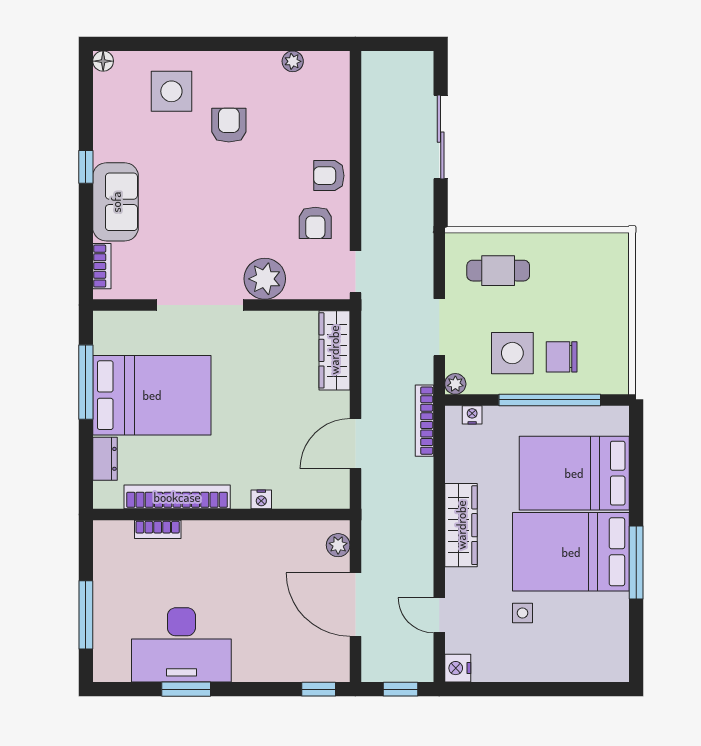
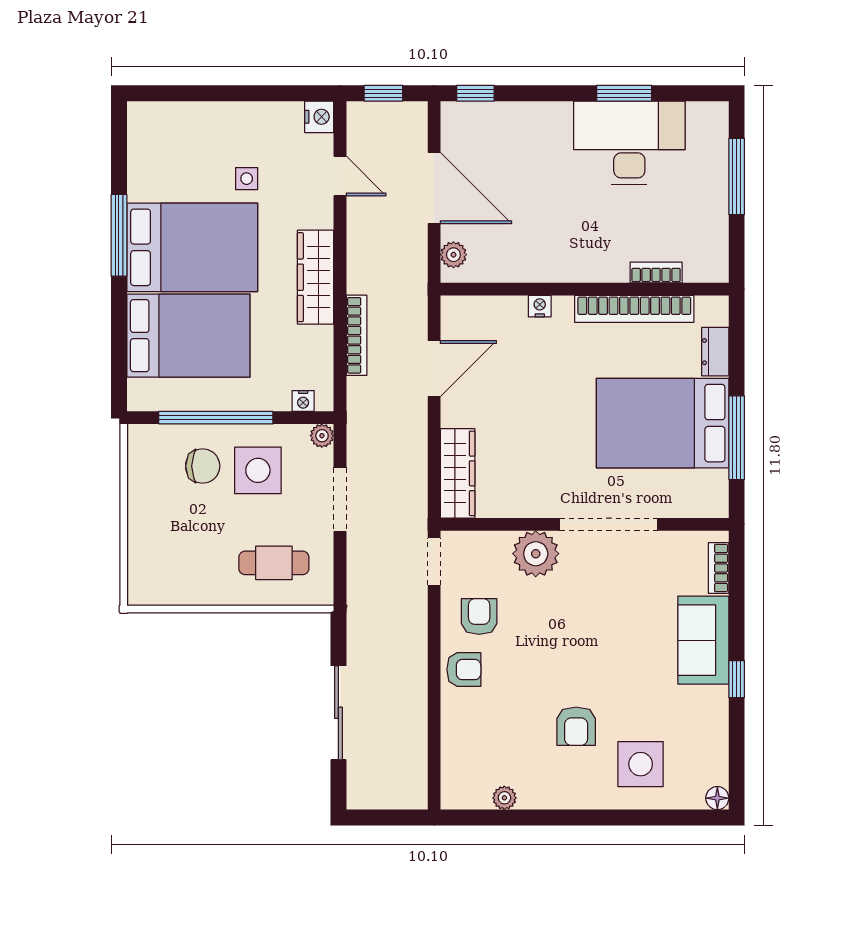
bookcase: (424, 421) -> (357, 335), moved

